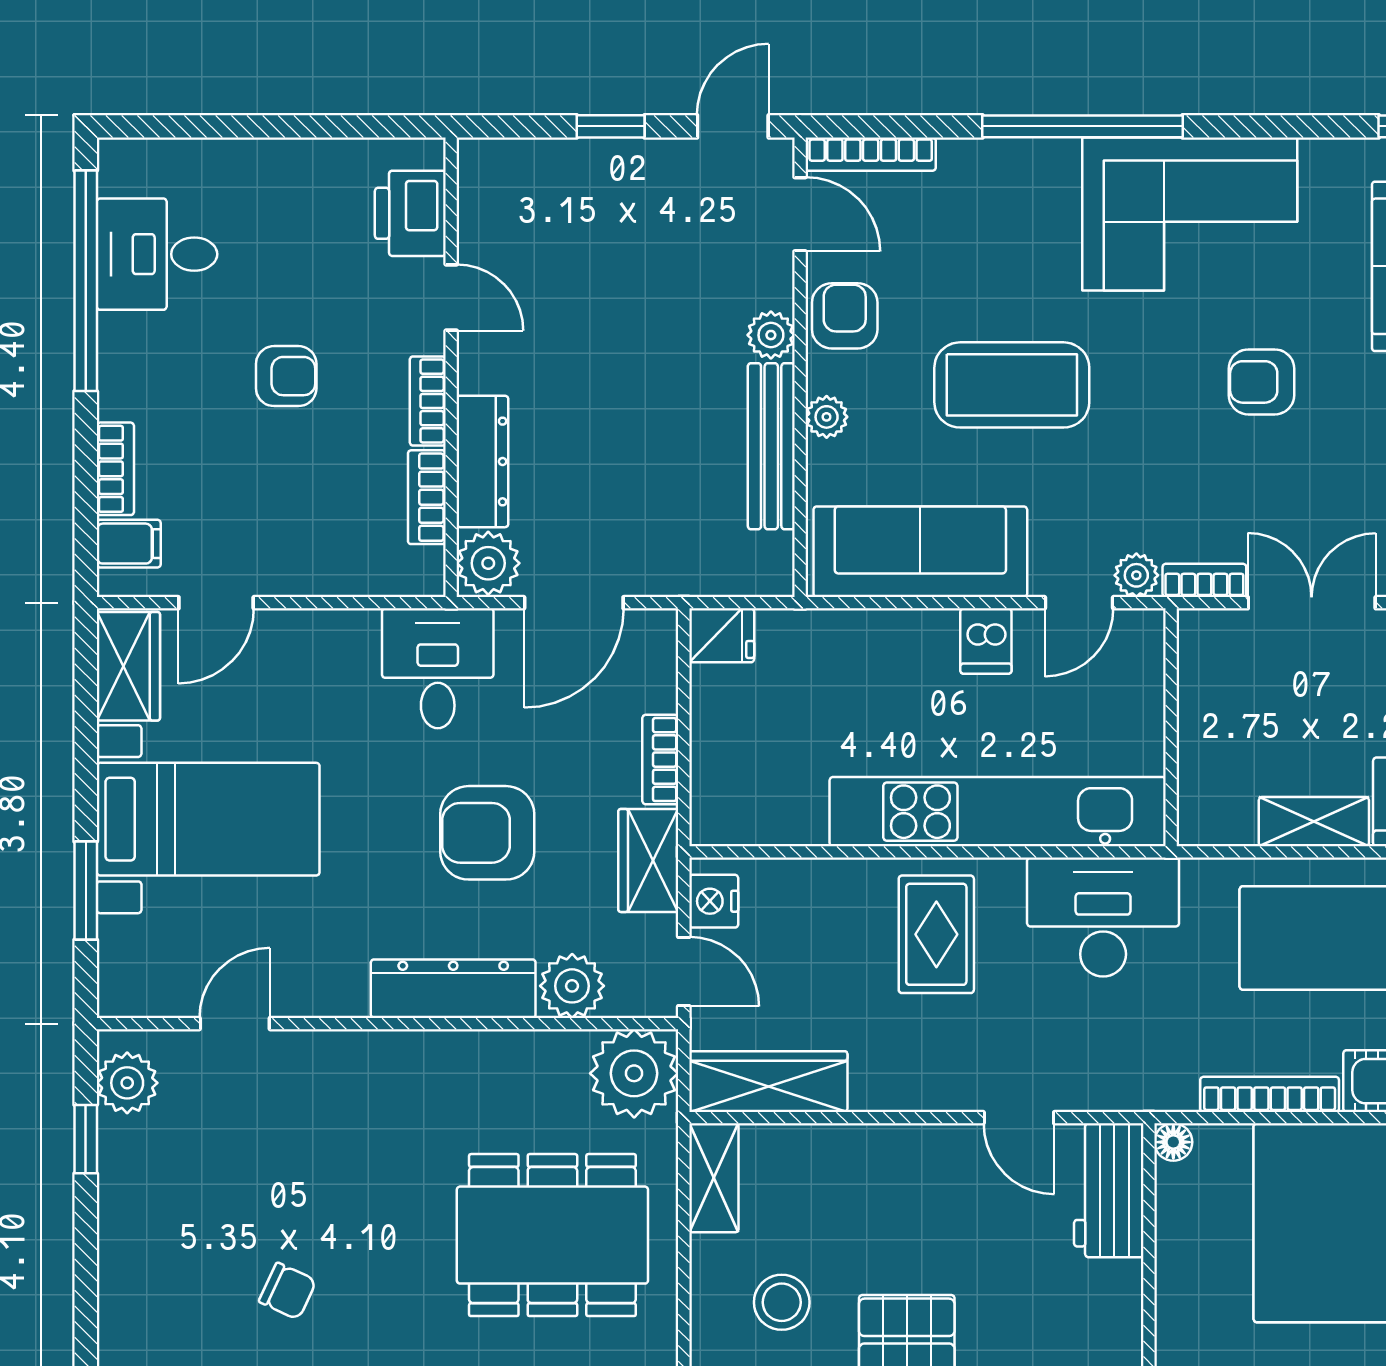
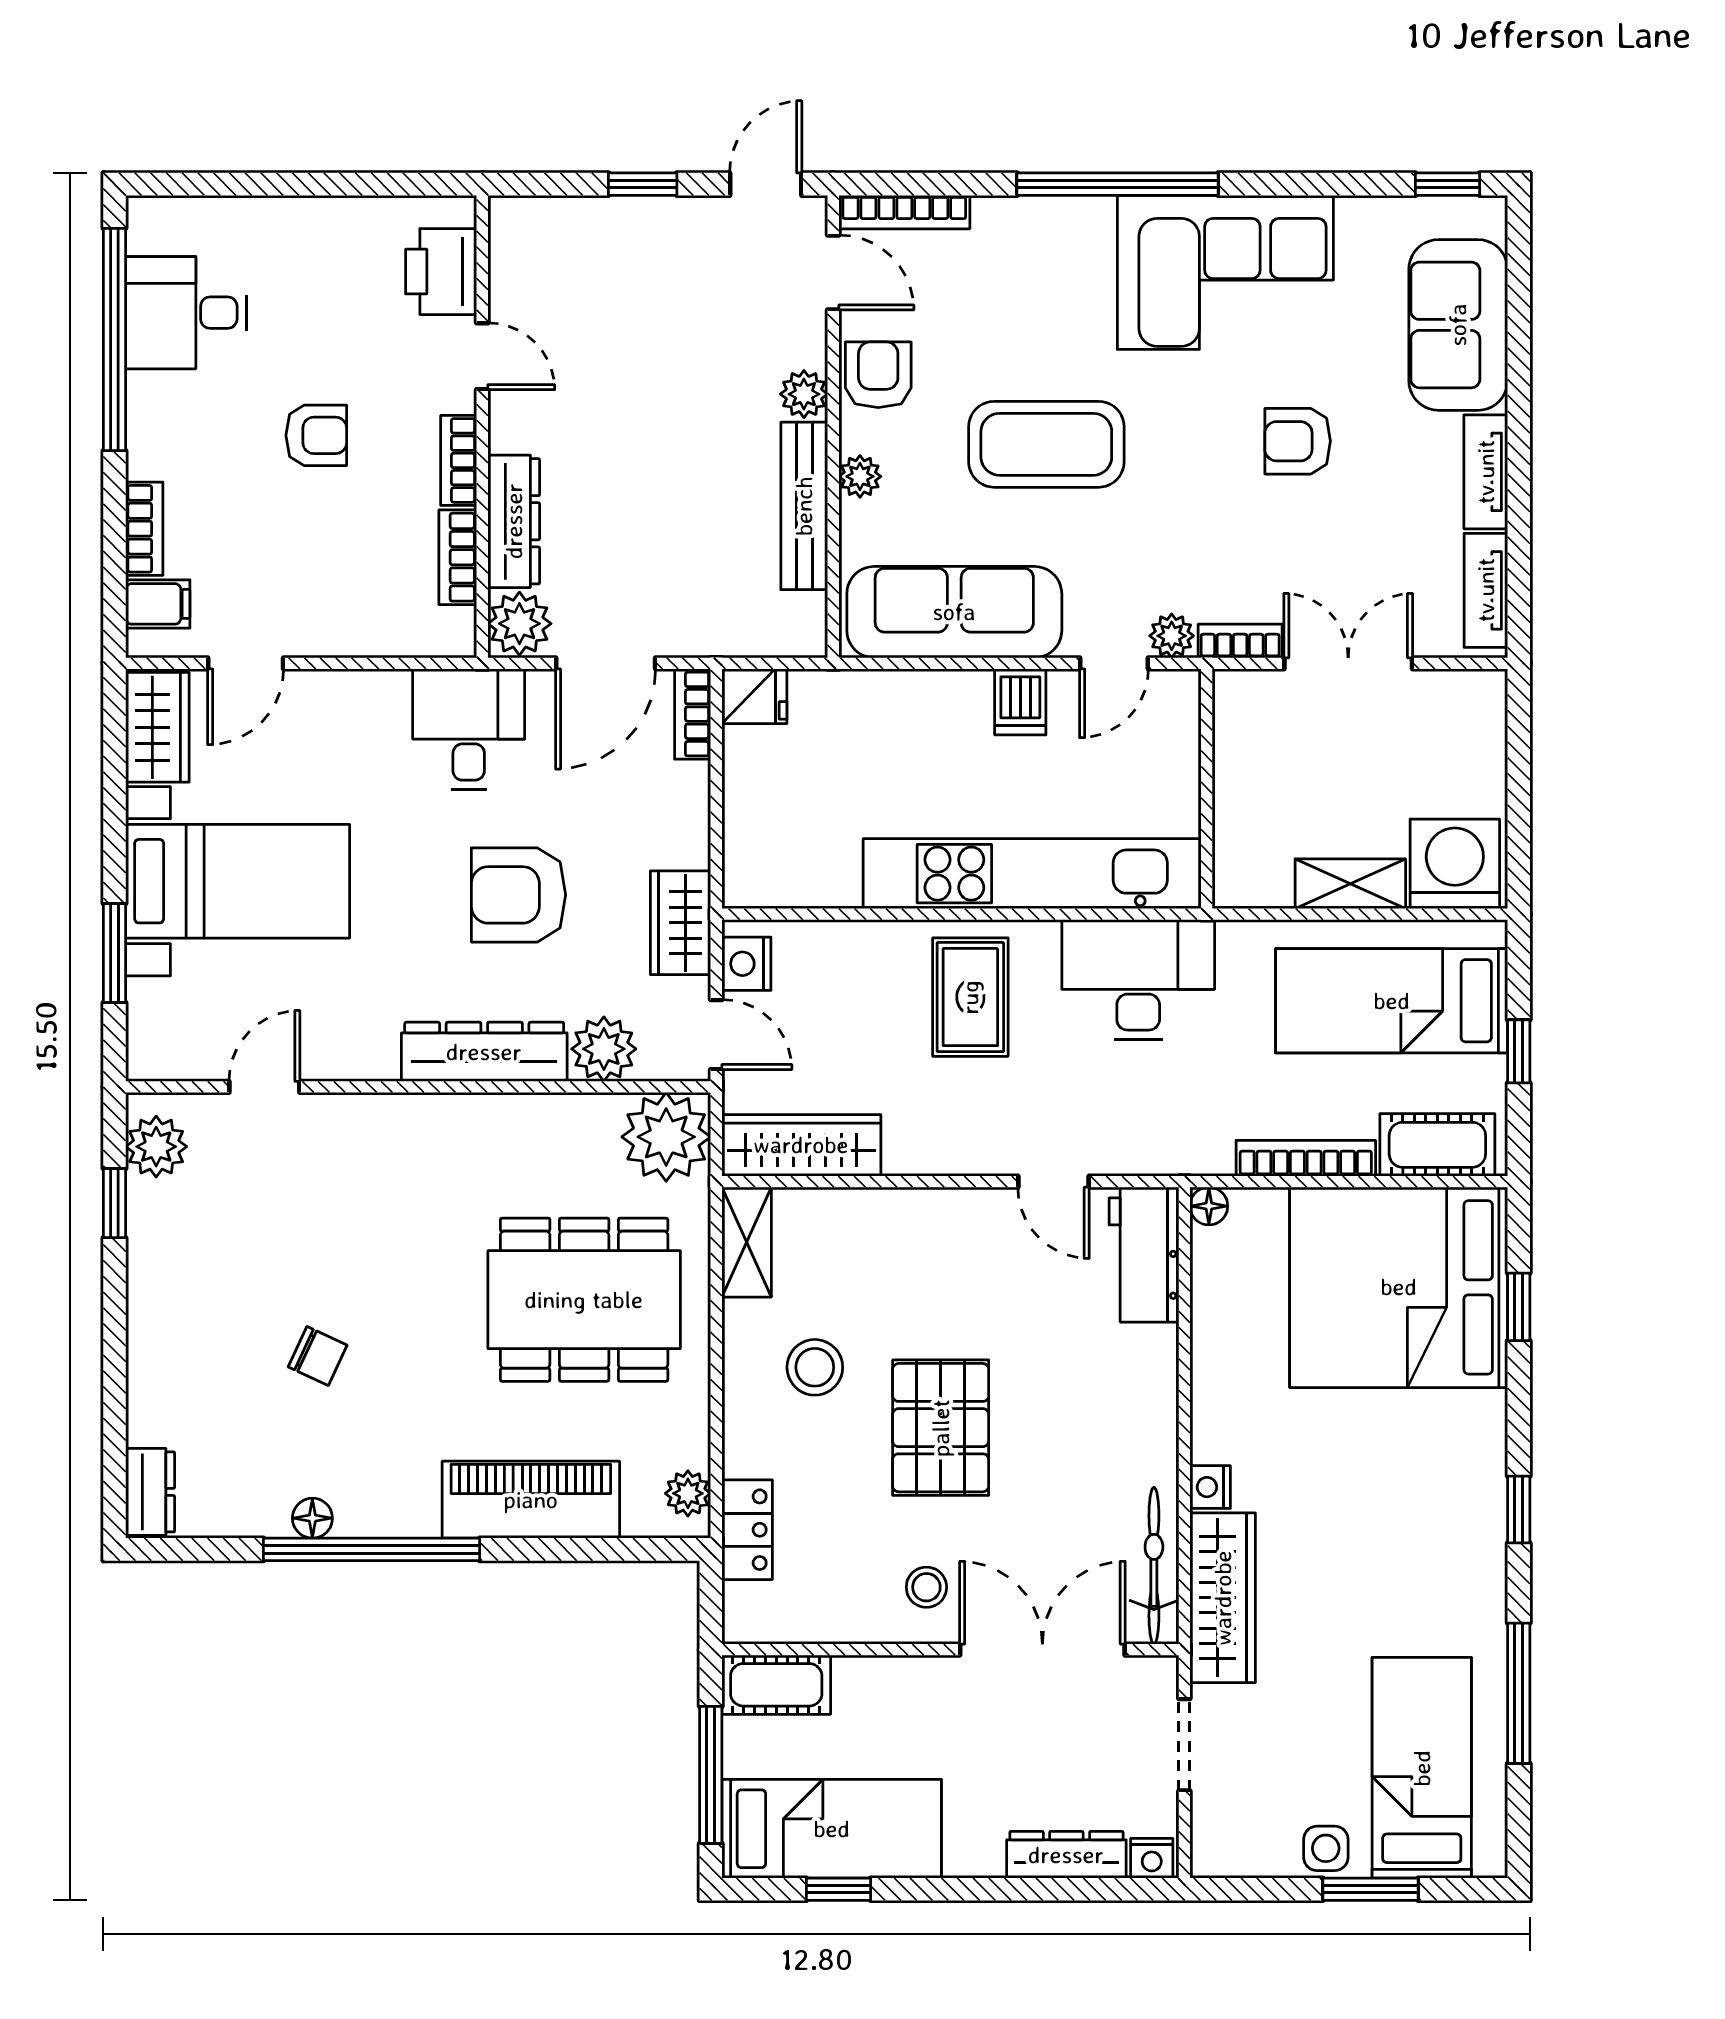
bookcase: (660, 760) -> (693, 714), moved

